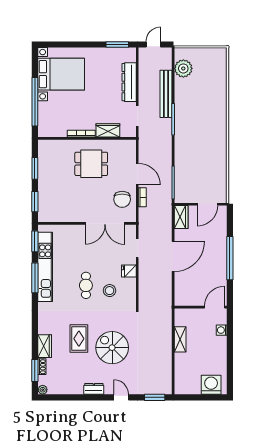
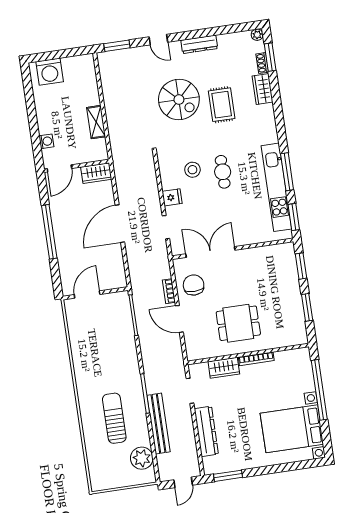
sun lounger: (200, 103) -> (114, 418), added
wardrobe: (181, 217) -> (96, 173), moved, turned -90
dresser: (94, 389) -> (199, 44), width x1.44

